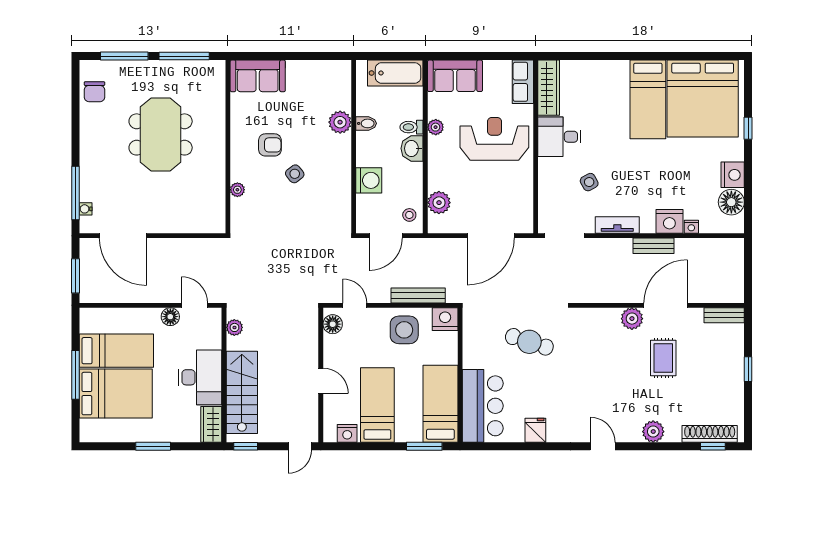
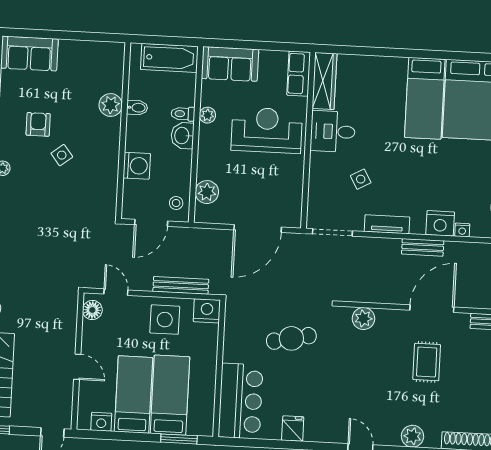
armchair: (270, 145) -> (38, 124), turned -90
plant: (632, 319) -> (363, 318), moved
cafe table: (529, 342) -> (291, 338), turned -30
bed: (440, 404) -> (170, 395), moved

